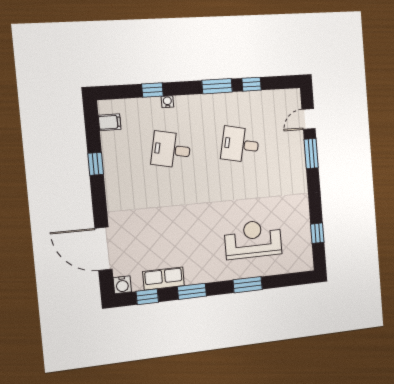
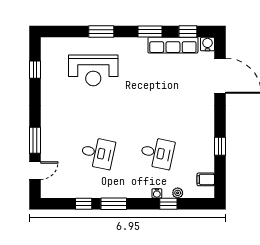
plant: (142, 104) -> (178, 193), added
row of seats: (164, 279) -> (173, 45), width x1.48

